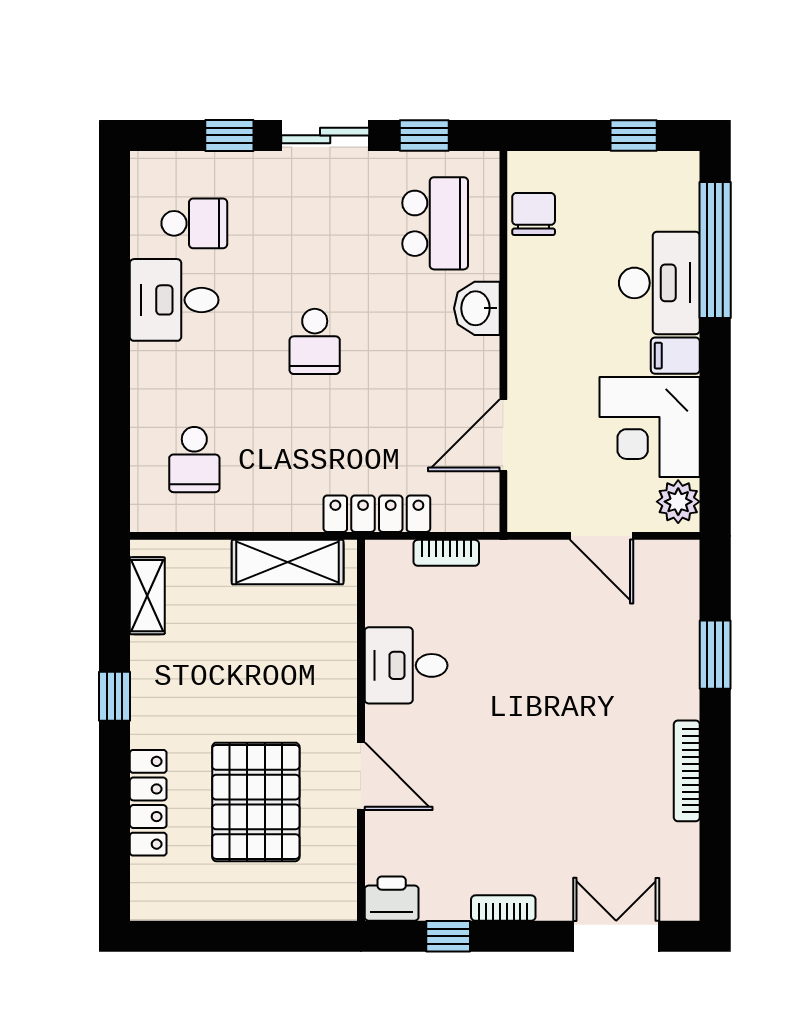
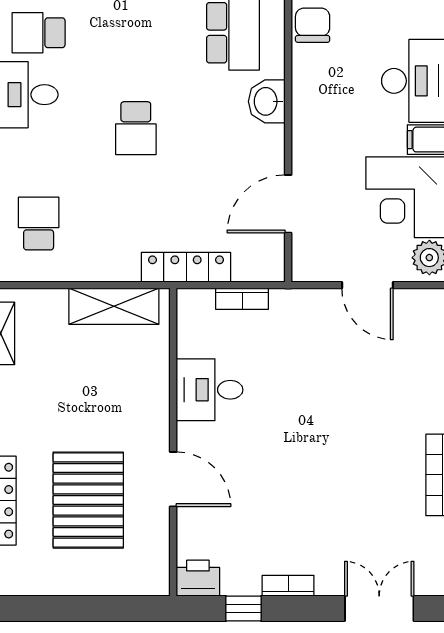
school desk: (194, 223) -> (39, 33), turned 180
school desk: (194, 460) -> (39, 224), turned 180

